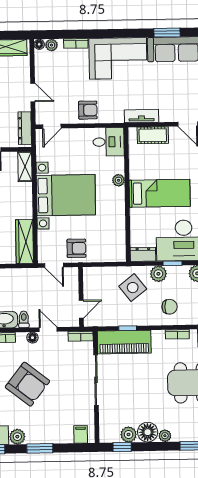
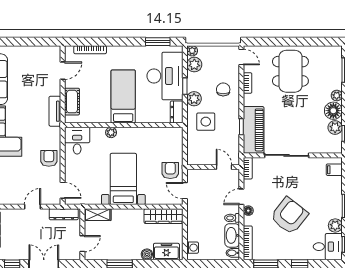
bed with nightstands: (66, 195) -> (123, 179), width x0.73
door: (54, 265) -> (185, 191), swing flipped
side table: (133, 288) -> (206, 122), turned 38

